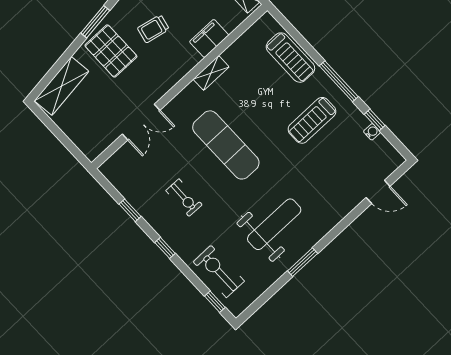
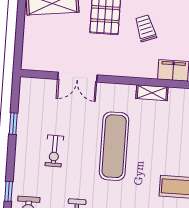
trolley: (153, 29) -> (146, 28), turned 57
window: (165, 248) -> (9, 191), moved

